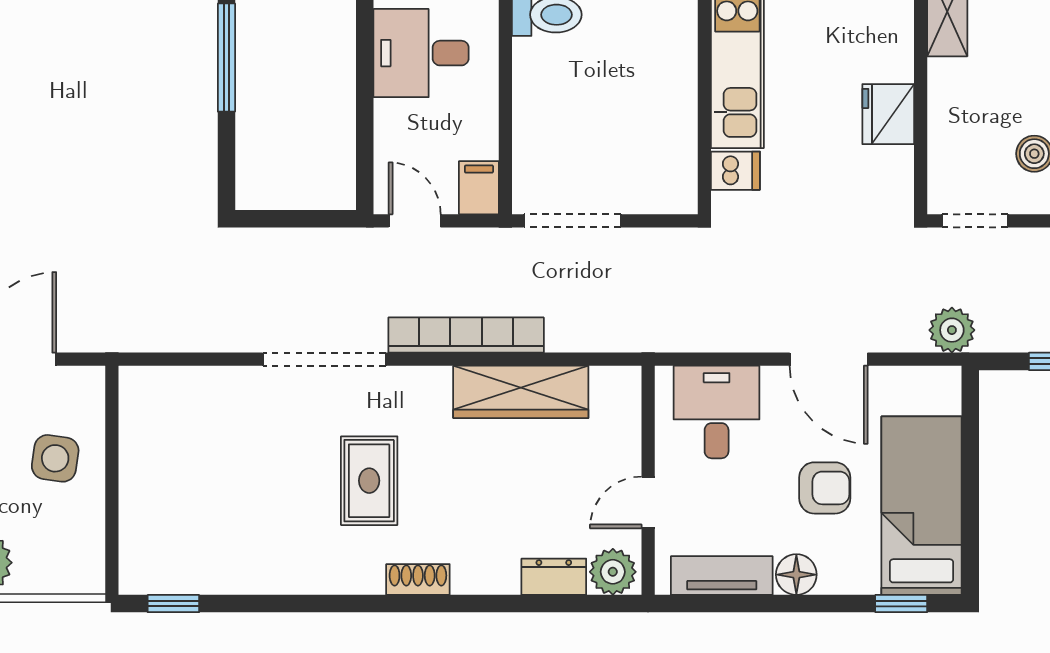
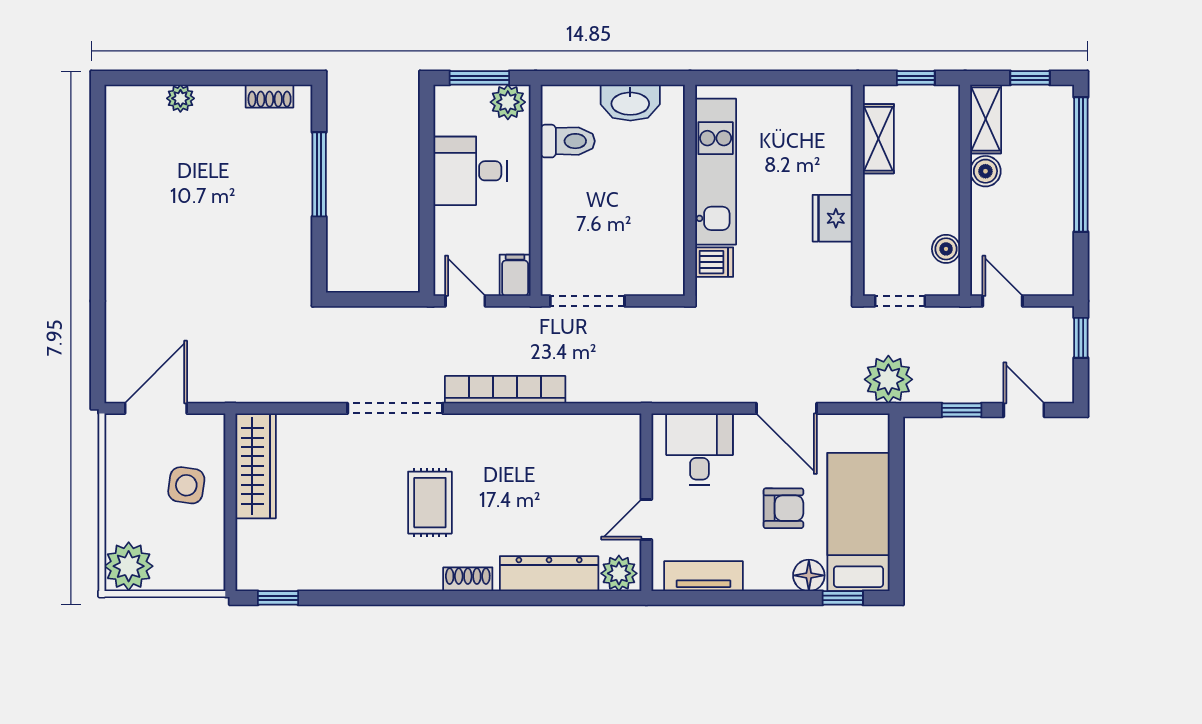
plant: (952, 330) -> (888, 379), width x1.36, depth x1.36
wardrobe: (521, 392) -> (256, 466), moved, turned -90
floor lamp: (796, 575) -> (809, 575), moved
dresser: (554, 577) -> (549, 574), width x1.96, depth x1.24

